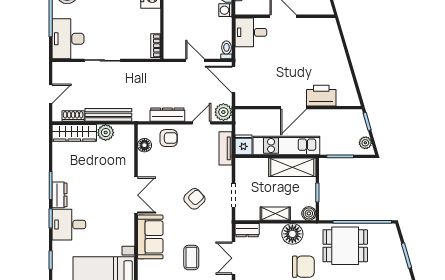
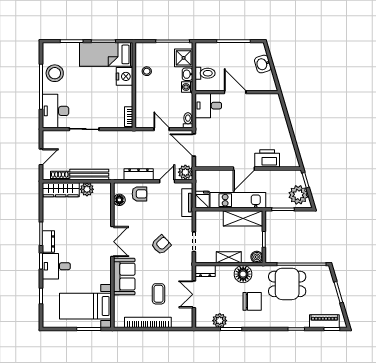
plant: (365, 143) -> (298, 195), width x1.87, depth x1.87

